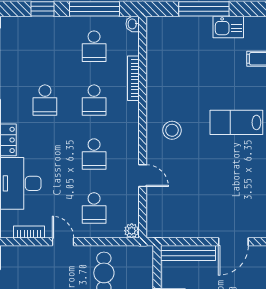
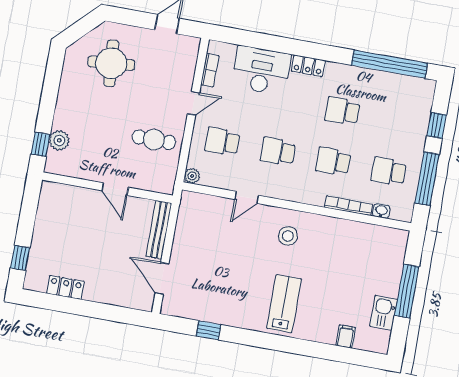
washbasin: (133, 24) -> (381, 211), moved

